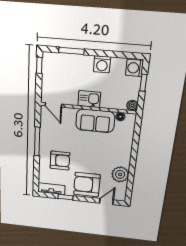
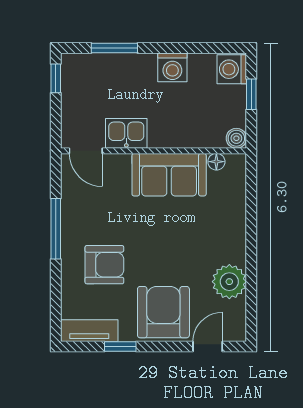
kitchen sink: (89, 99) -> (126, 133), moved
armchair: (87, 185) -> (163, 312), turned 90

